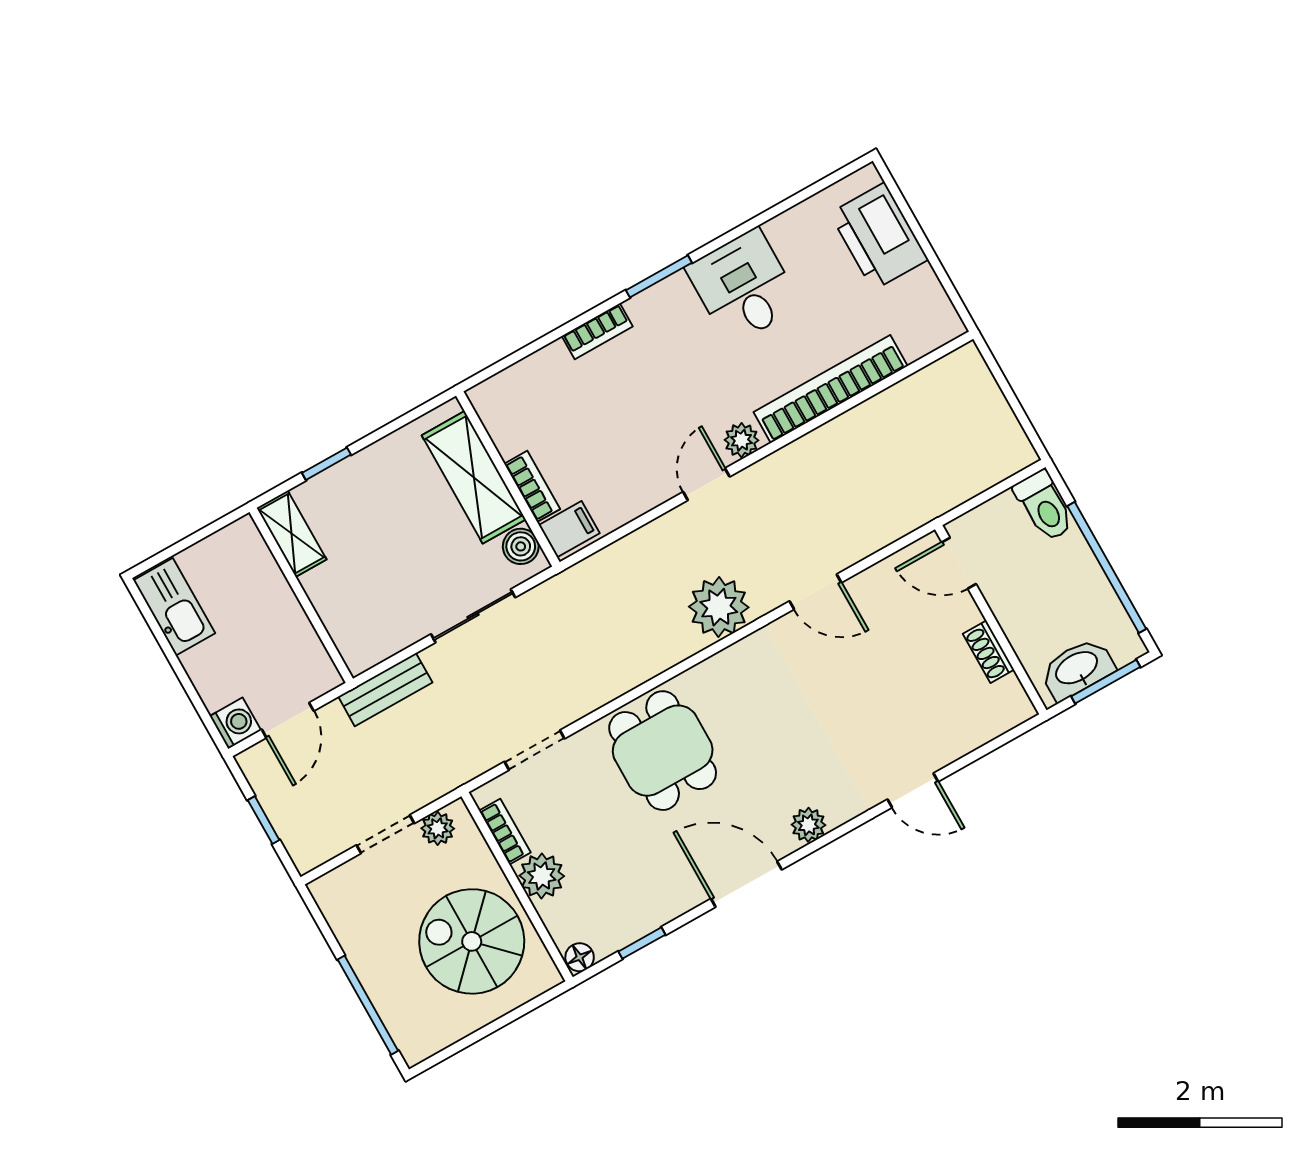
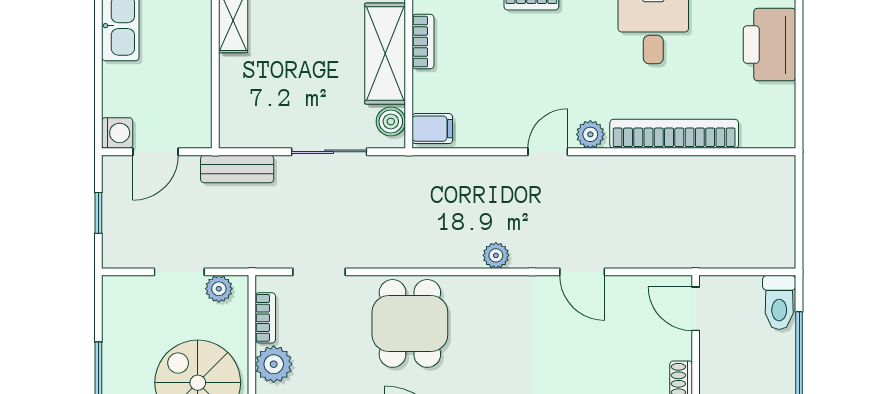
bookcase: (532, 486) -> (423, 42), moved
plant: (719, 607) -> (496, 255), width x0.53, depth x0.53

